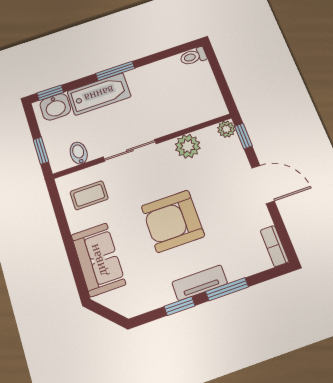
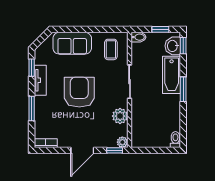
window: (41, 151) -> (160, 29), moved
bidet: (79, 153) -> (139, 37), moved
tv unit: (200, 283) -> (40, 80), moved
window: (180, 306) -> (32, 68), moved

